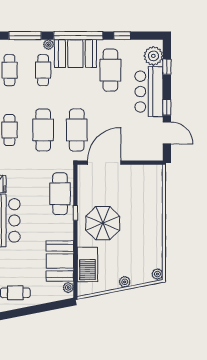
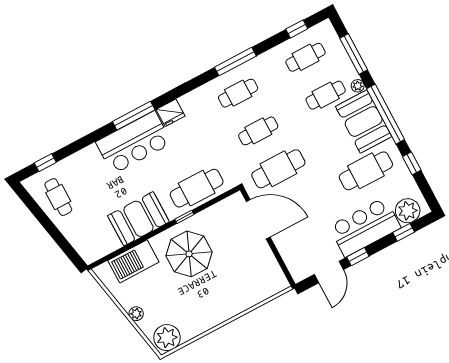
cafe table: (43, 130) -> (258, 131), width x0.73, depth x0.74
booth: (60, 261) -> (138, 219), moved
plant: (157, 274) -> (167, 338), width x1.88, depth x1.88
plant: (68, 288) -> (96, 254), removed

